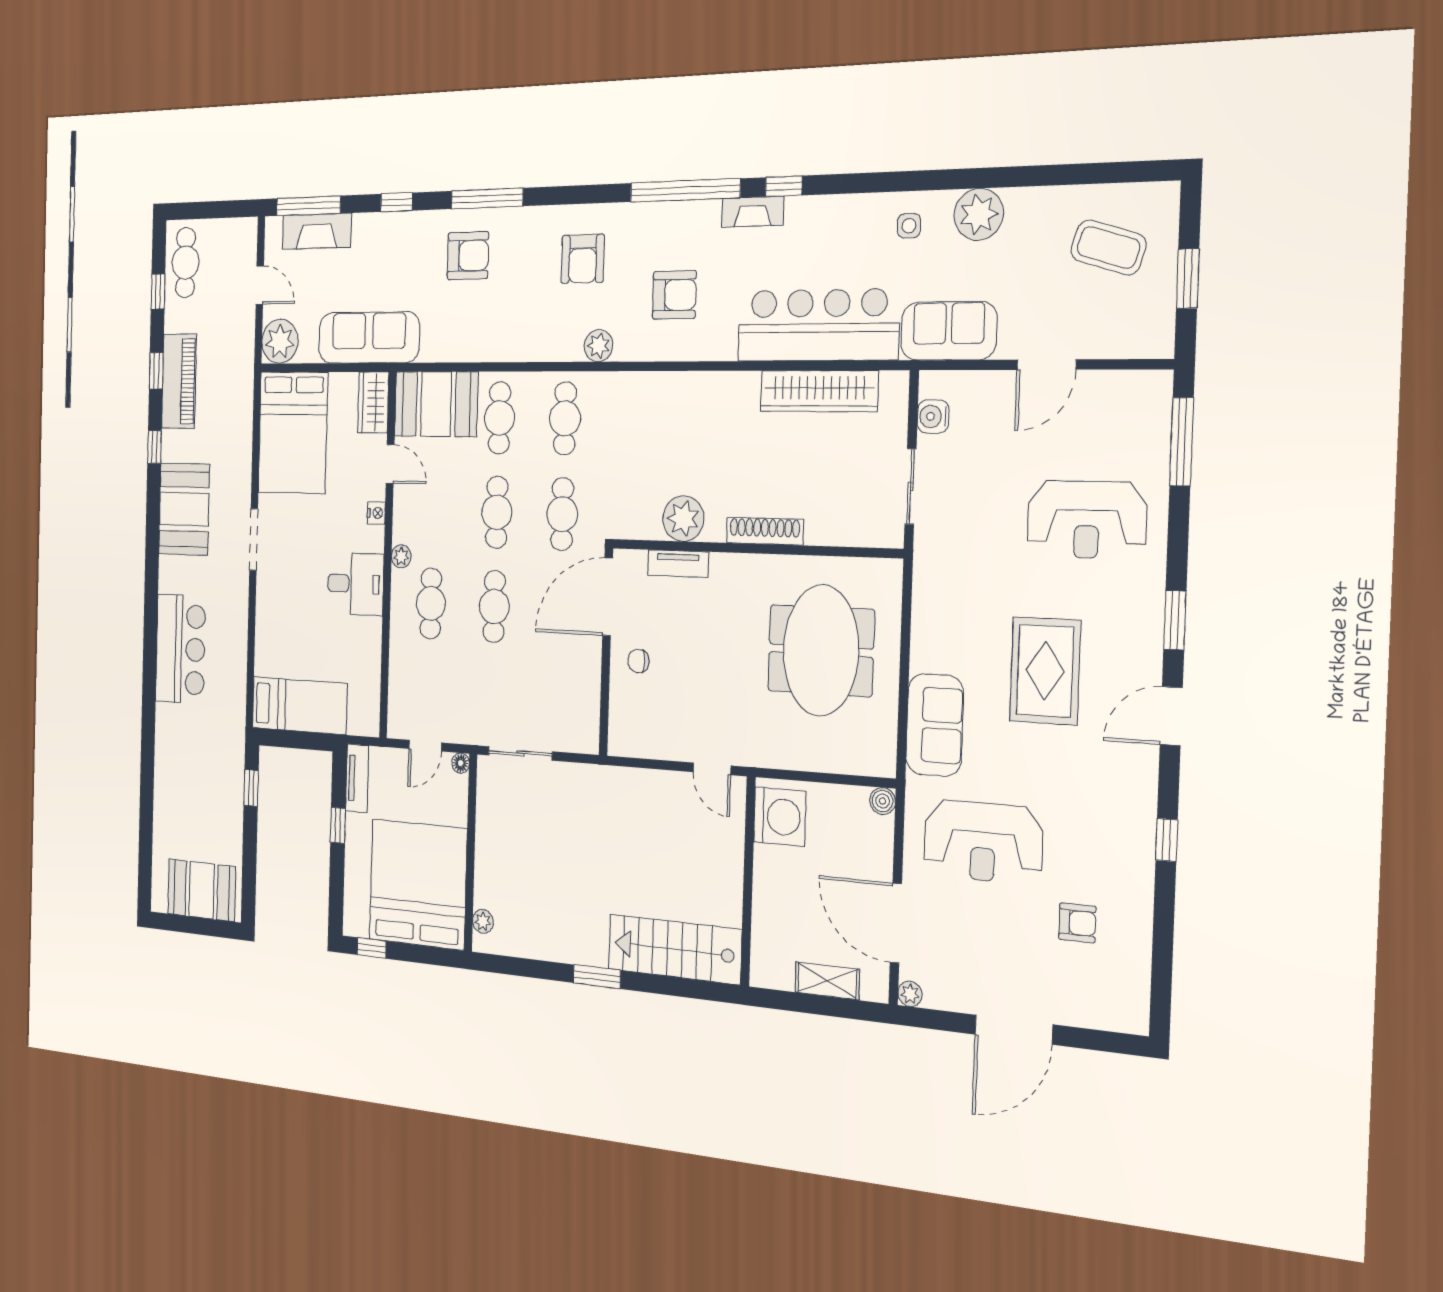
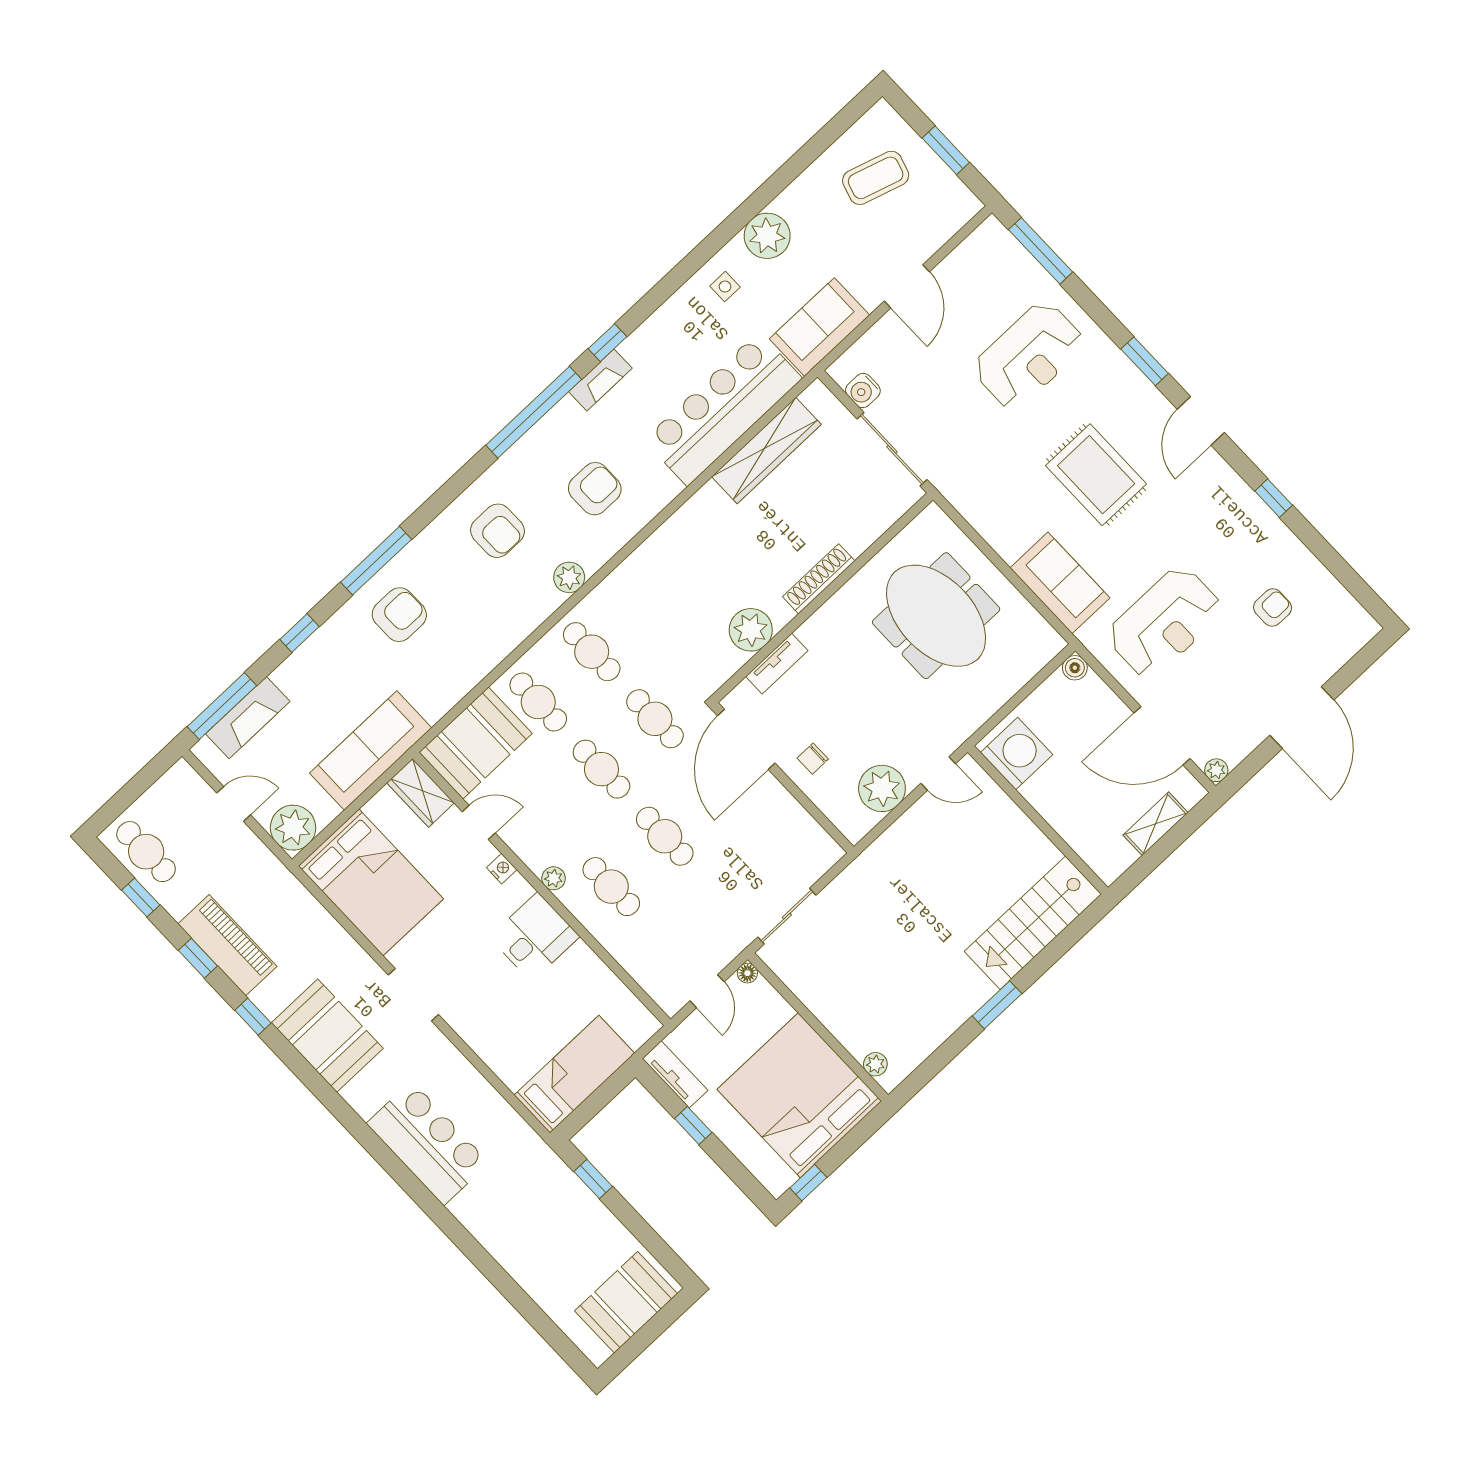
sliding door: (911, 486) -> (892, 449), width x1.37
plant: (664, 736) -> (882, 788), added

